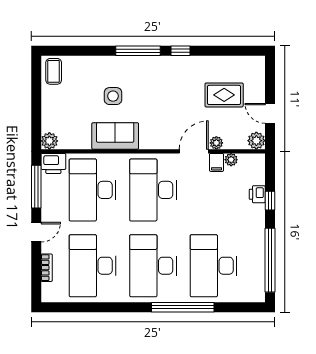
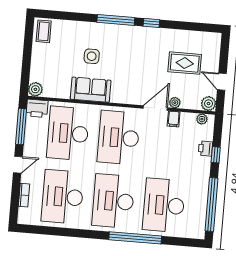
plant: (231, 160) -> (202, 119), moved

